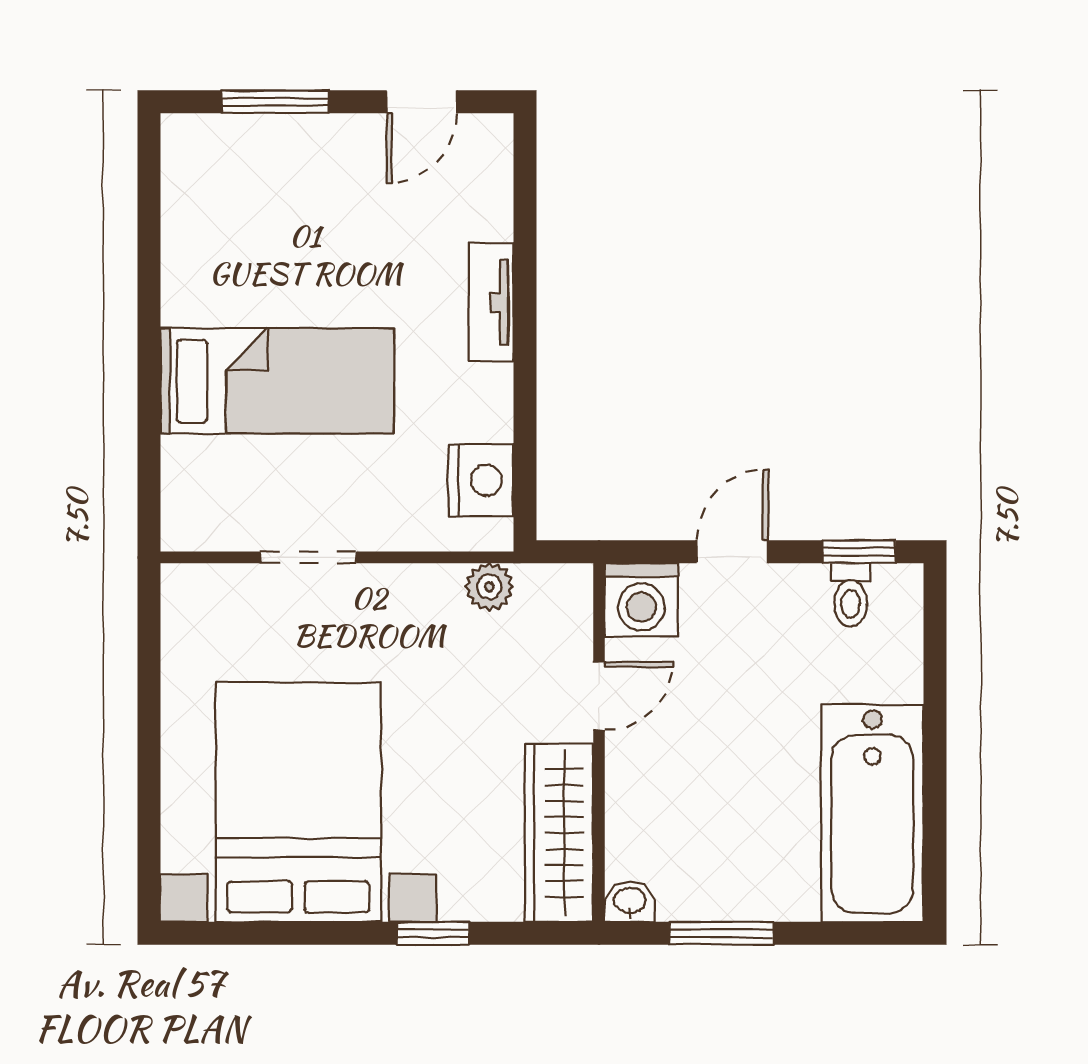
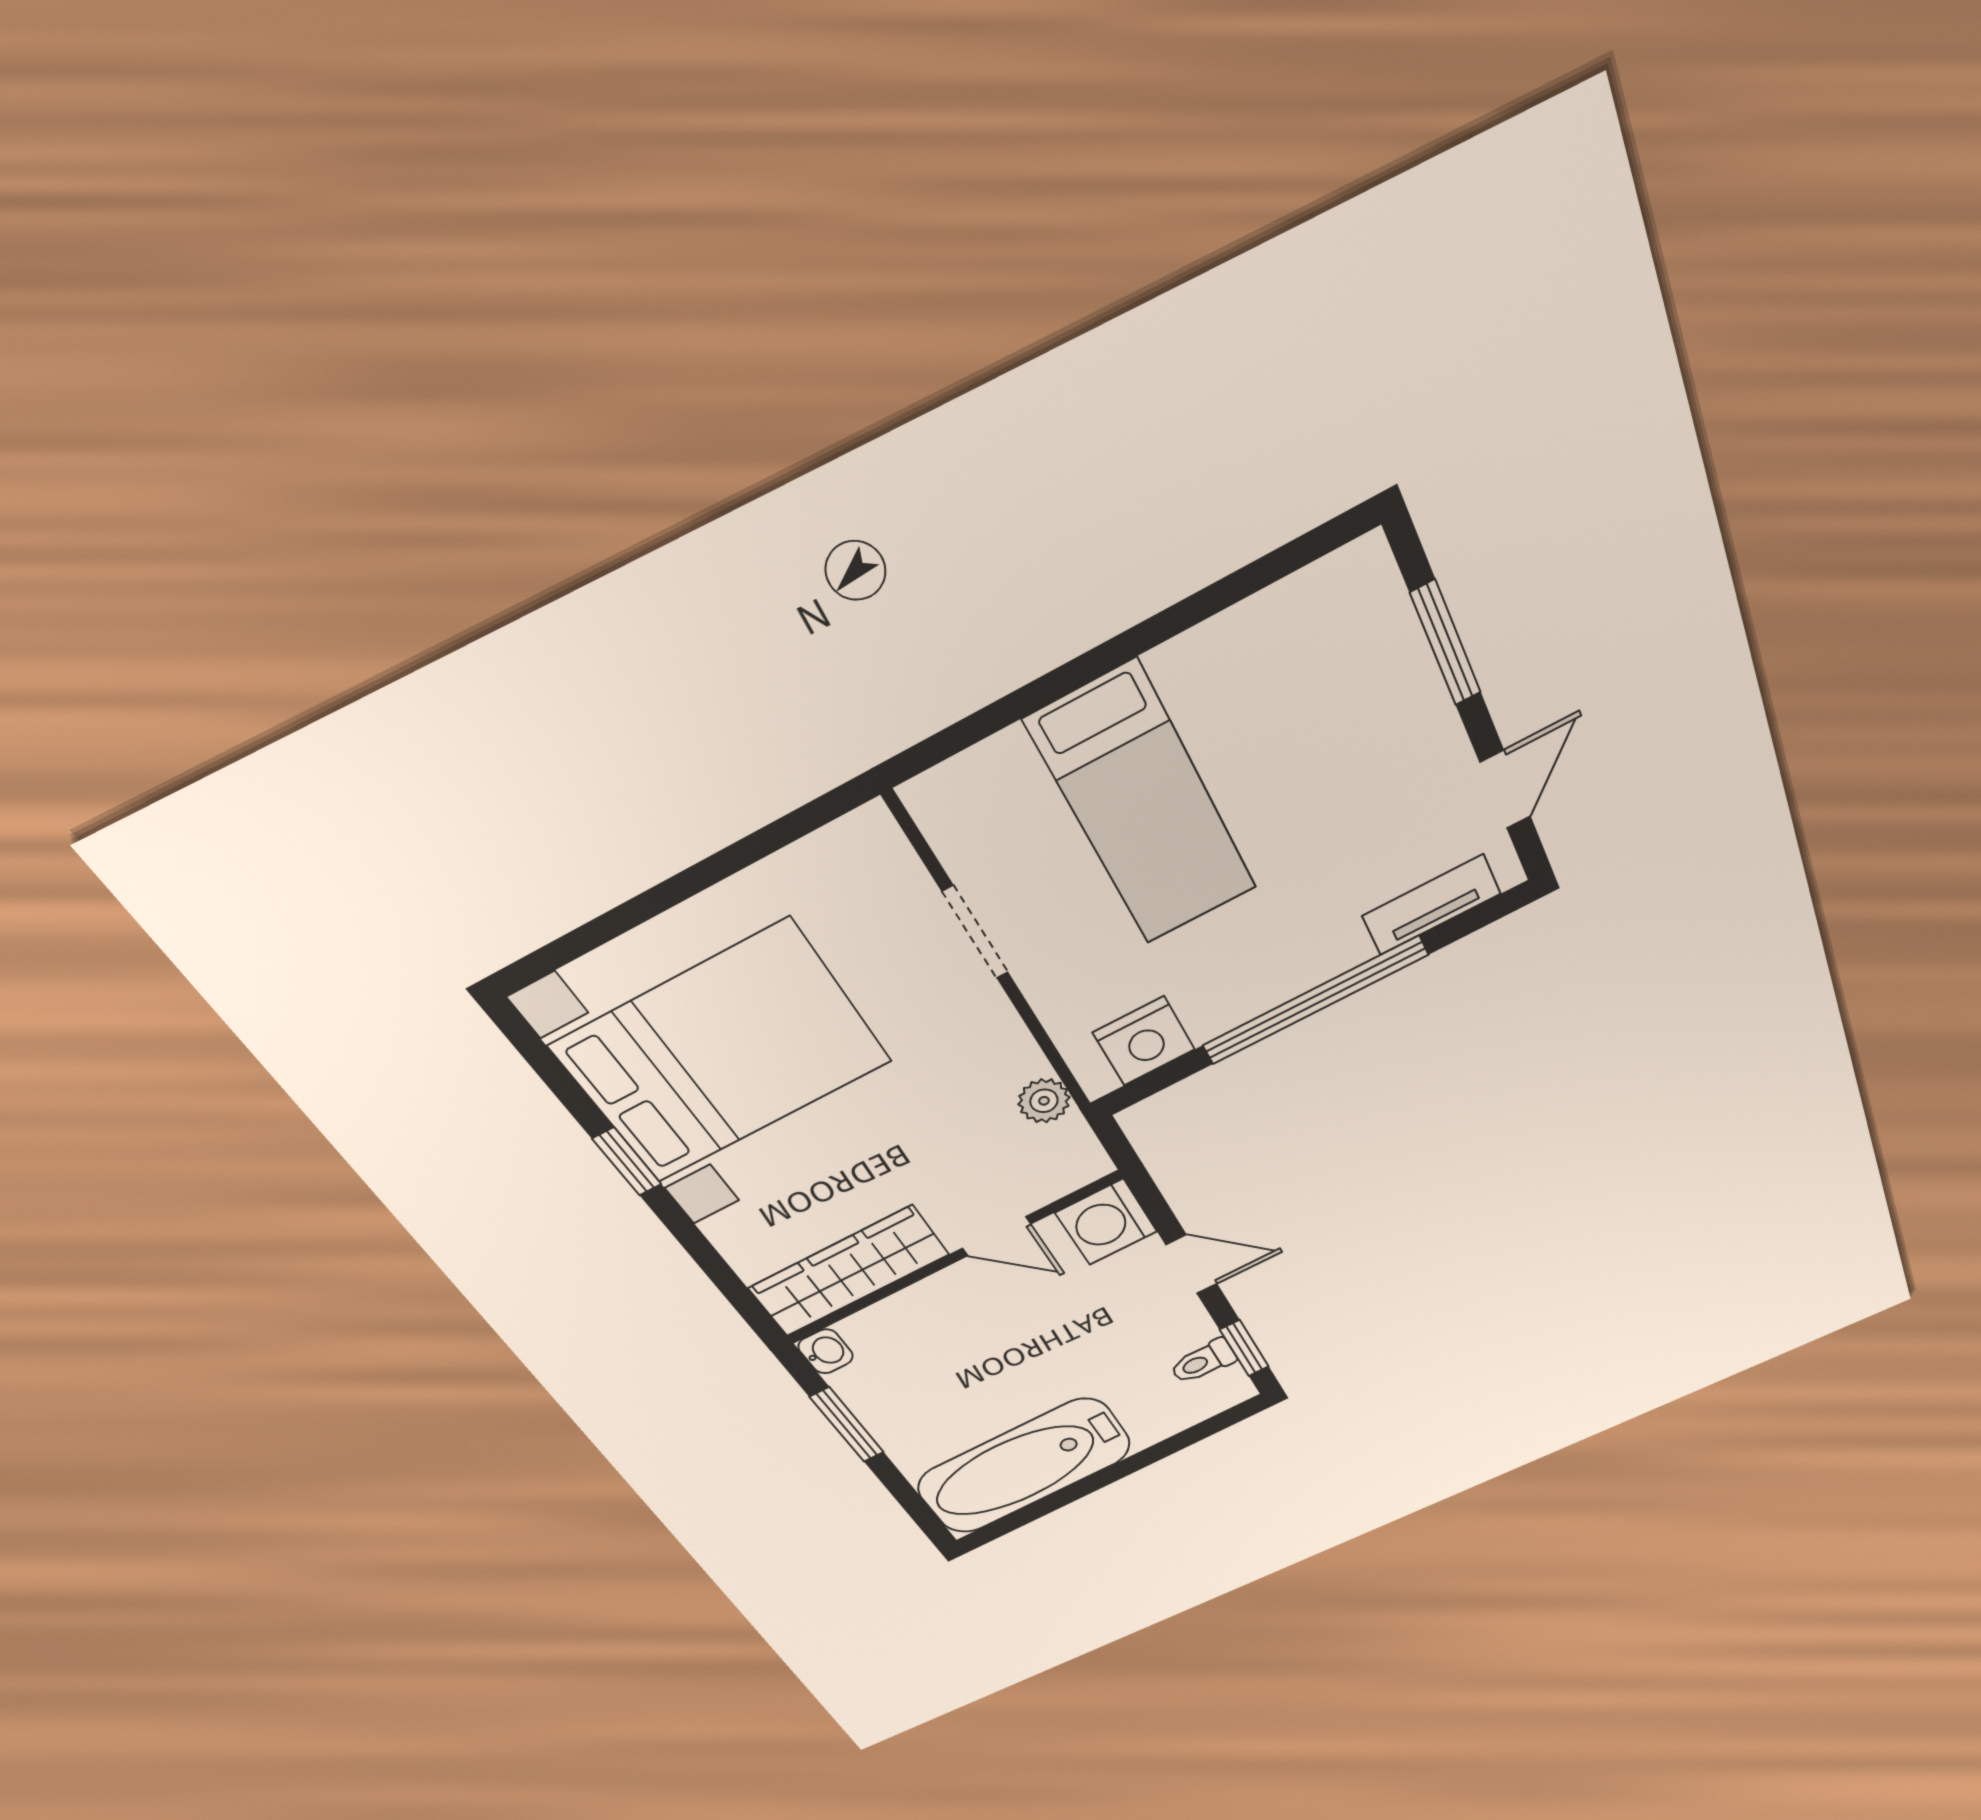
door: (422, 102) -> (1505, 789), swing flipped
tv unit: (491, 302) -> (1431, 905), moved
window: (525, 328) -> (1315, 1000), added
window: (433, 933) -> (627, 1162), moved

